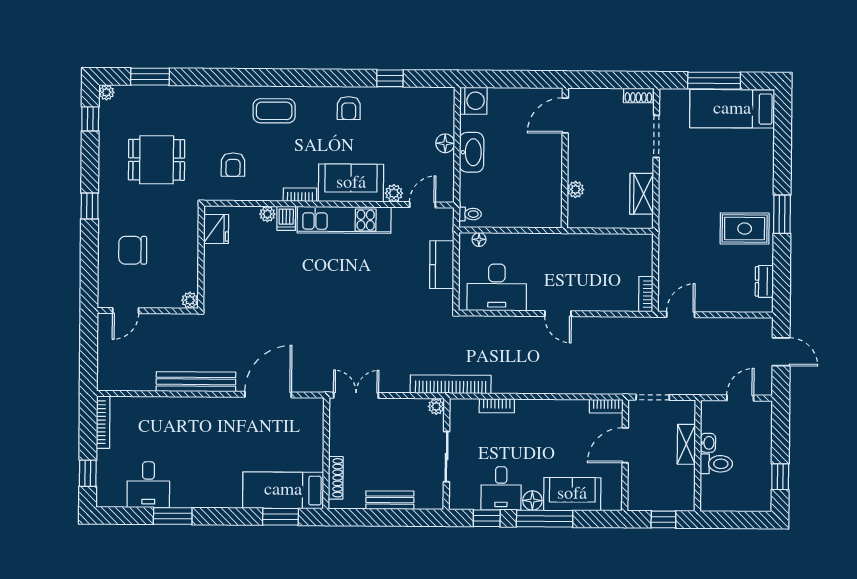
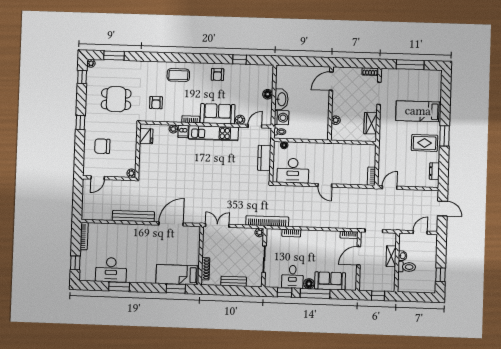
washing machine: (473, 101) -> (282, 118), moved
bed: (732, 109) -> (418, 111), moved
desk: (148, 485) -> (111, 270), width x1.37

